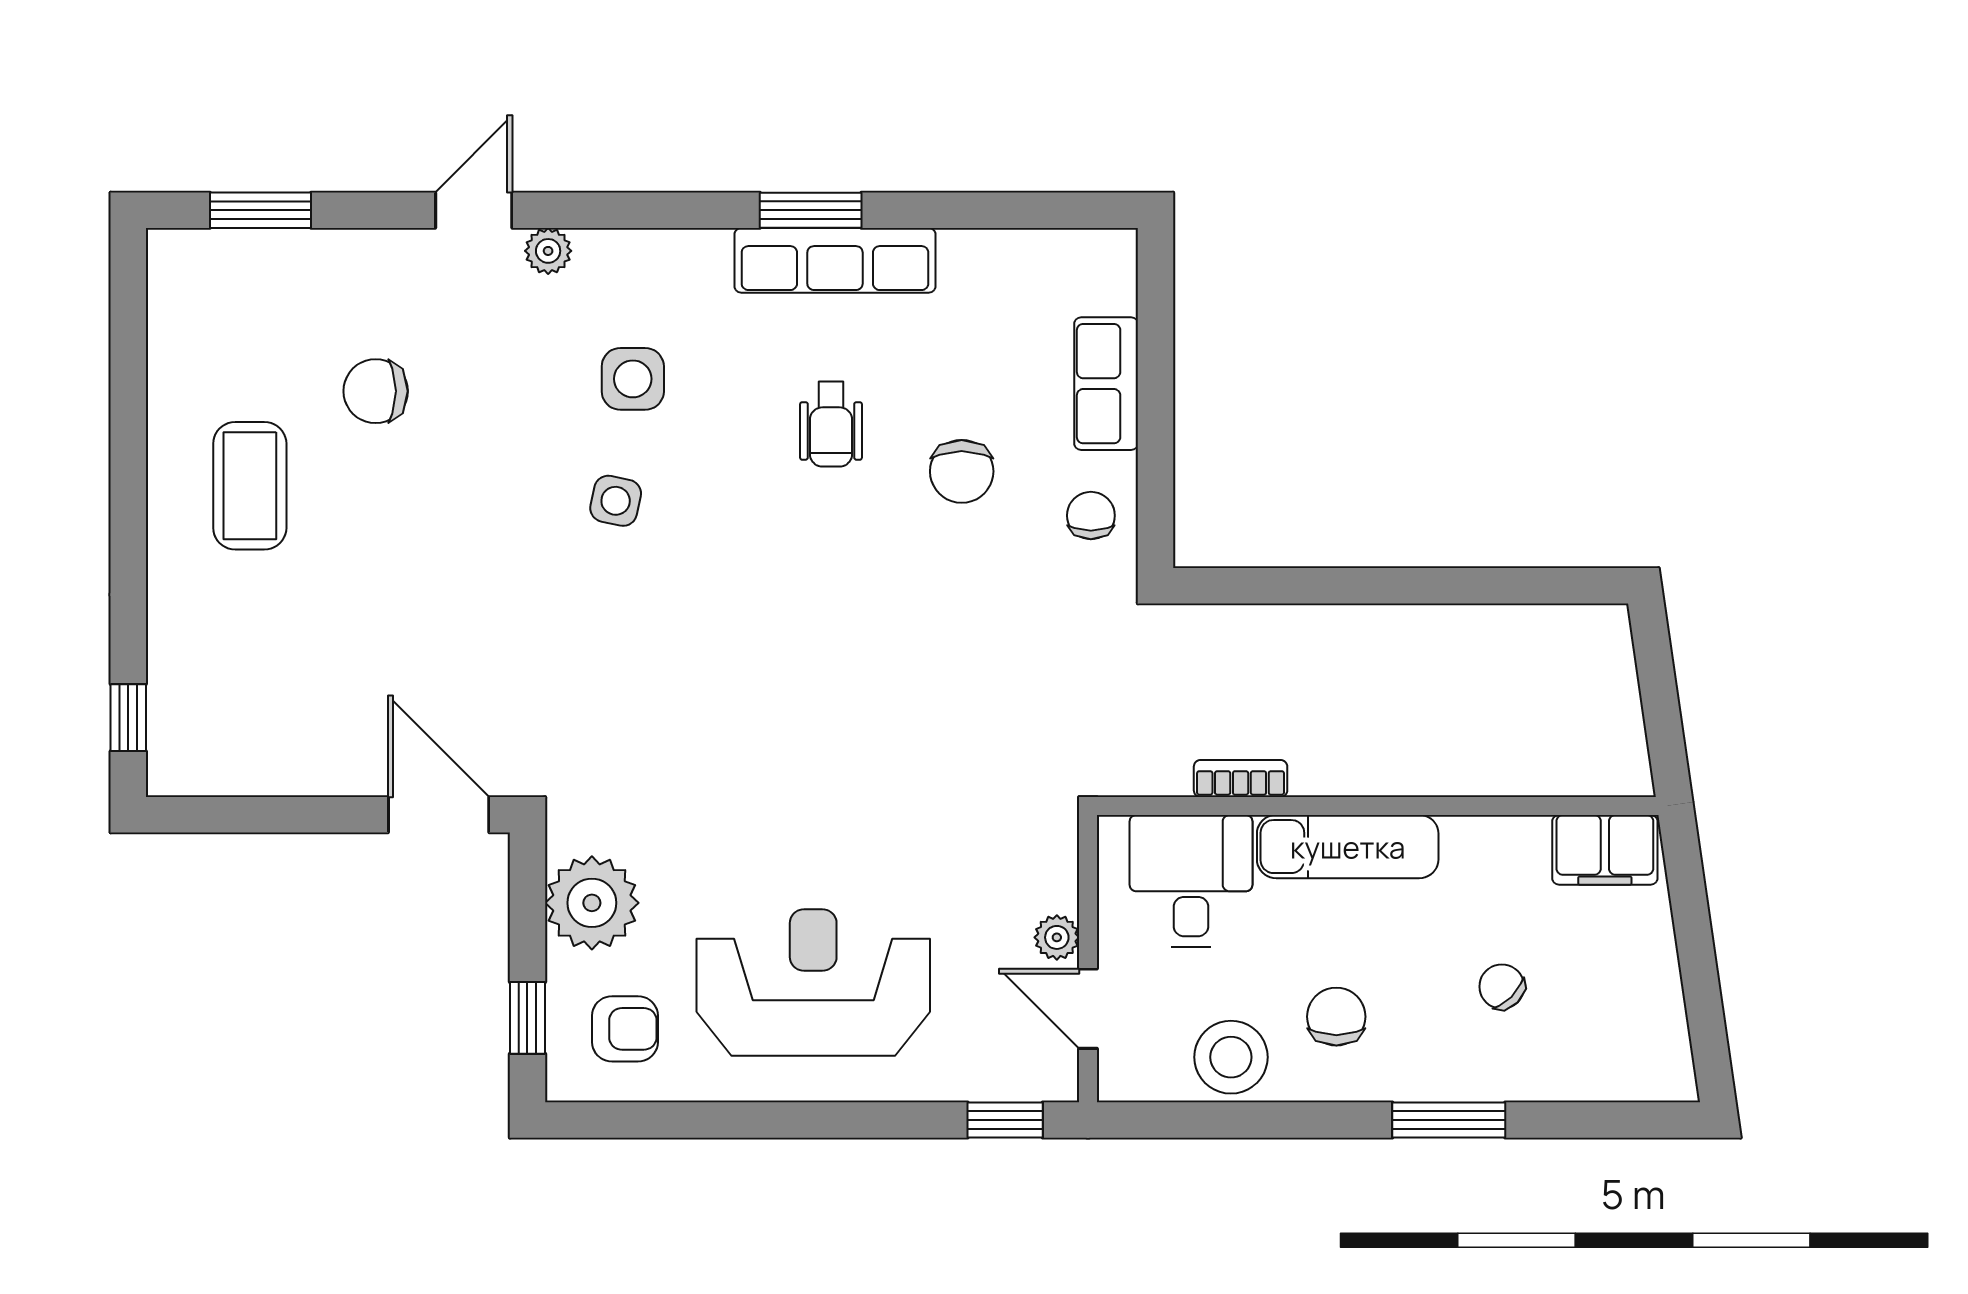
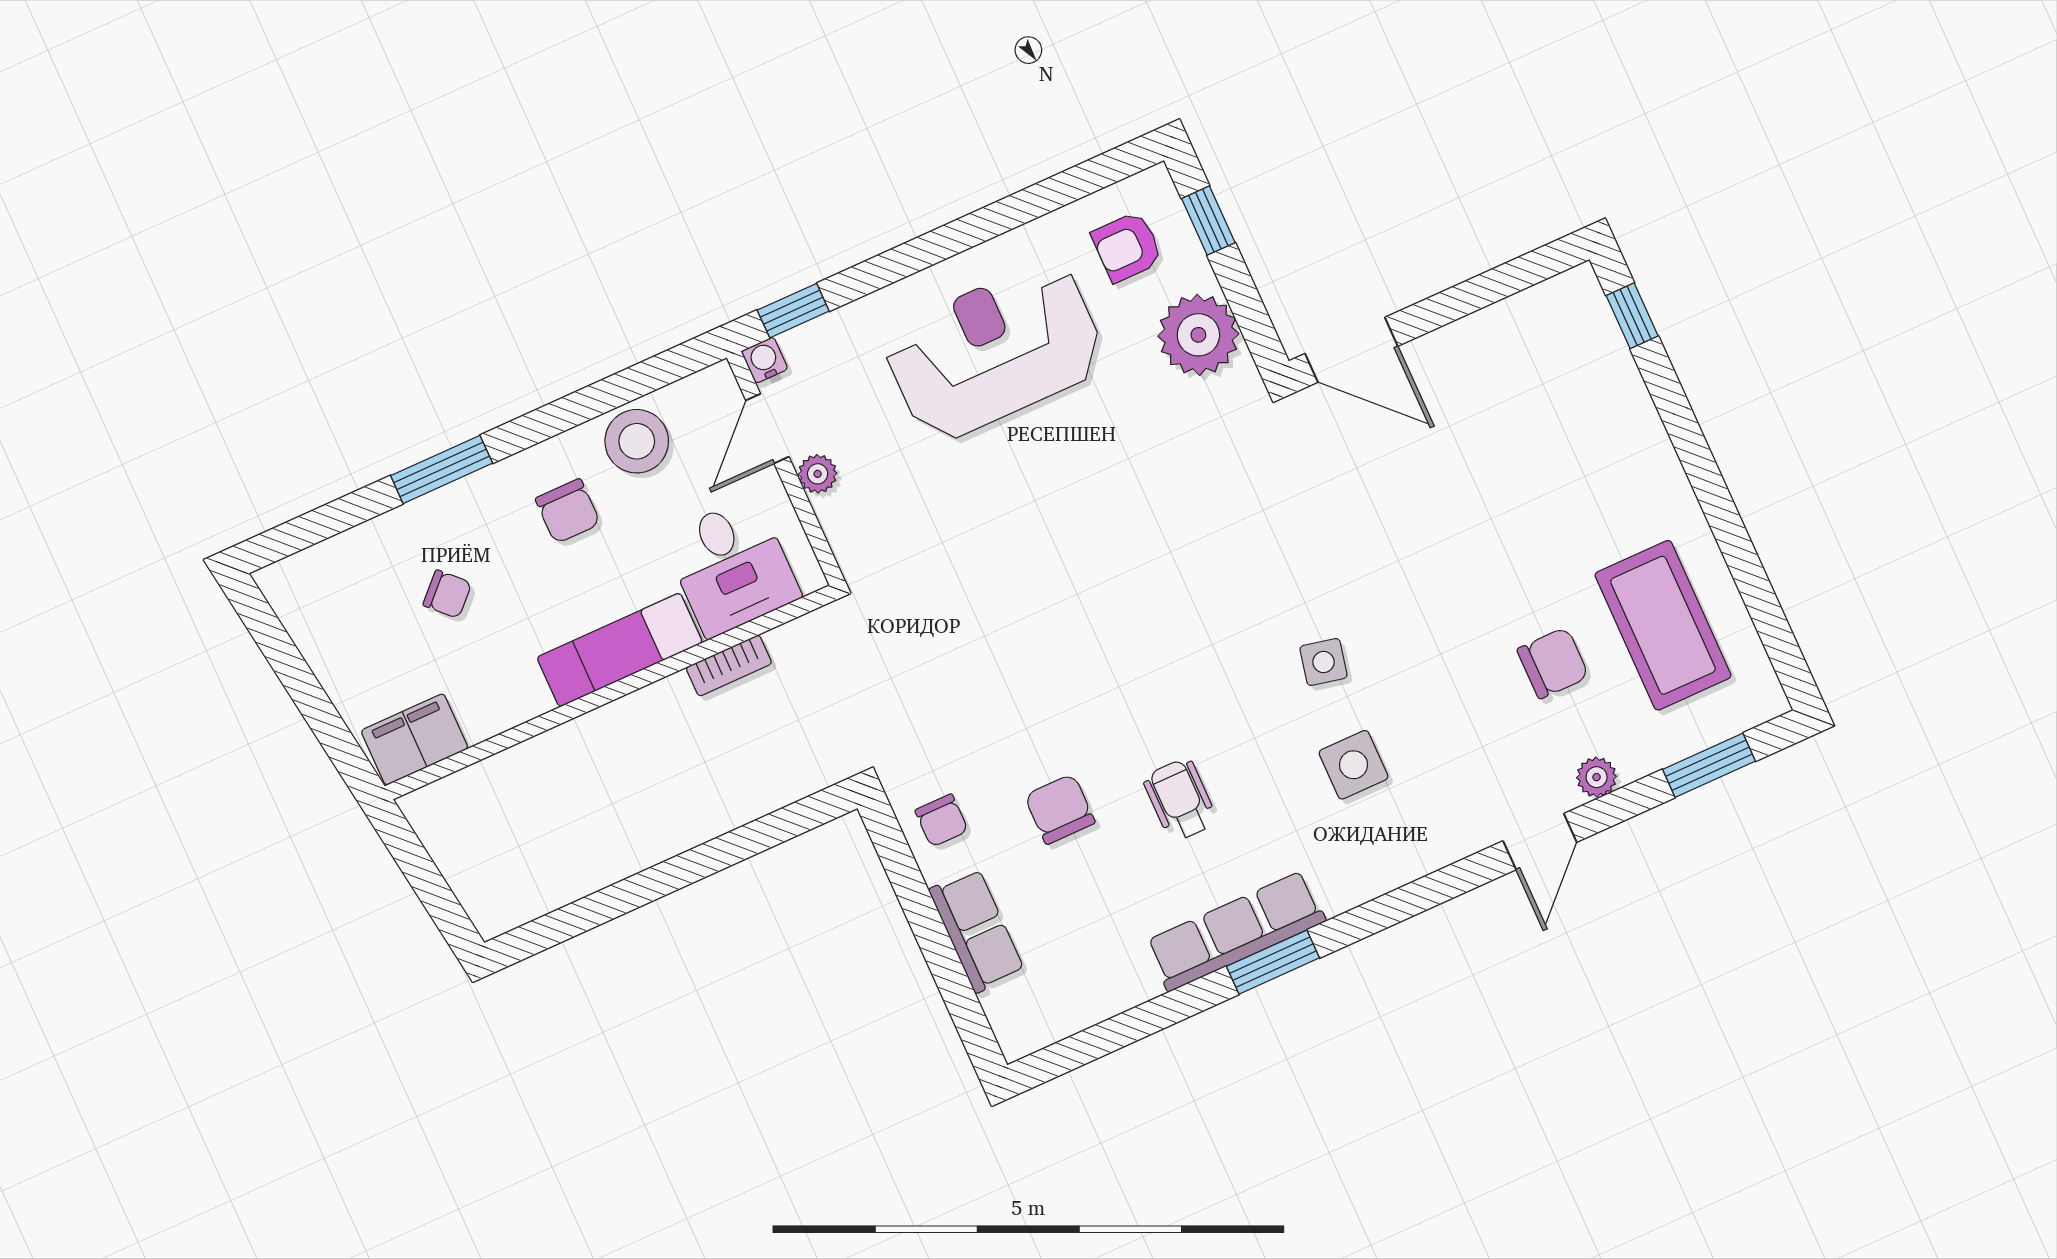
plant: (548, 251) -> (1597, 777), moved
coffee table: (250, 486) -> (1663, 625), moved, width x1.36, depth x1.32
reception desk: (813, 983) -> (995, 351), turned 180
door: (1088, 1009) -> (767, 429), swing flipped
water cooler: (1059, 1082) -> (765, 360), added

